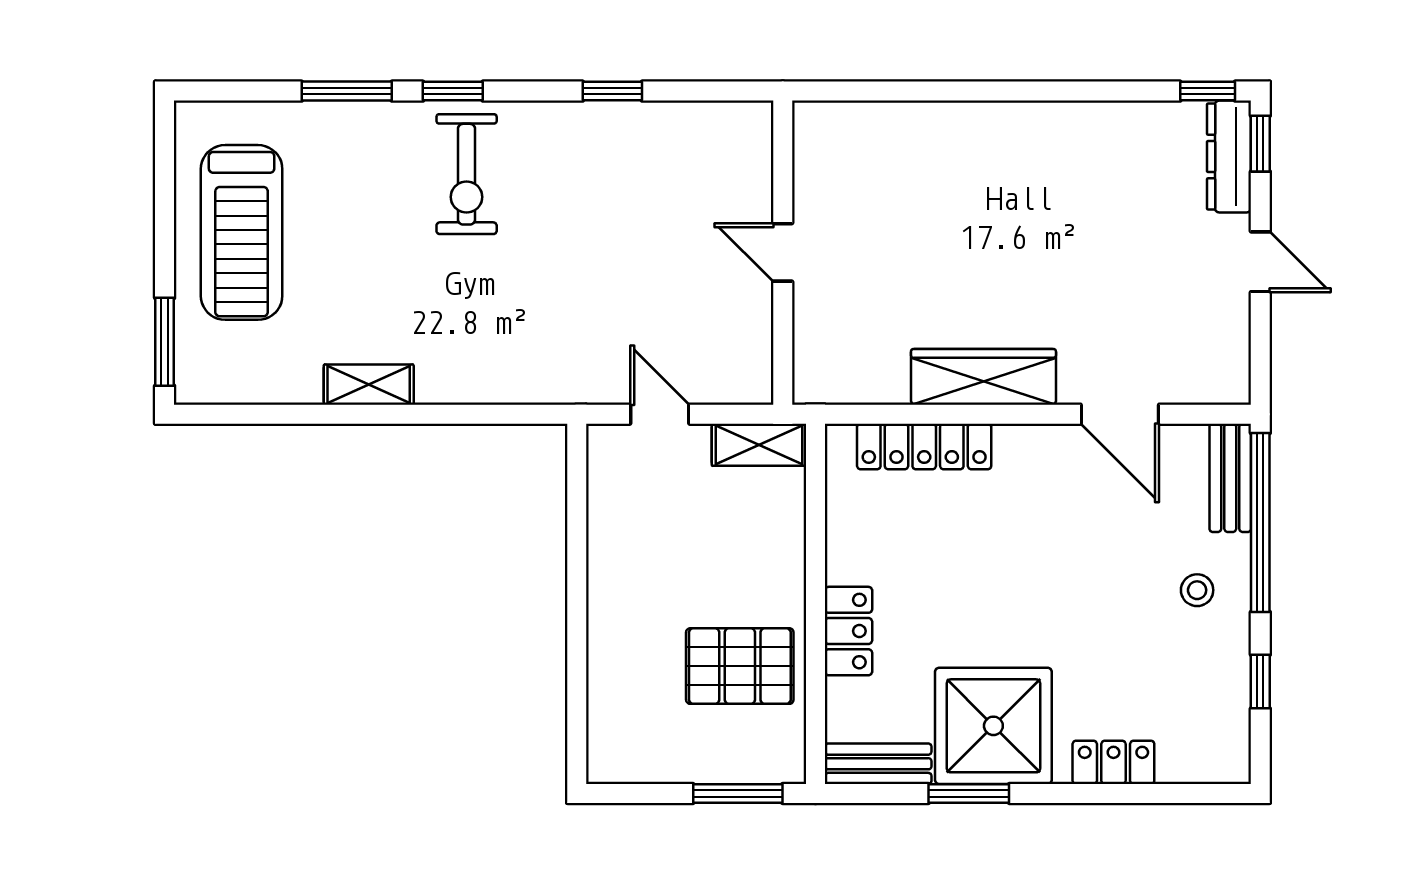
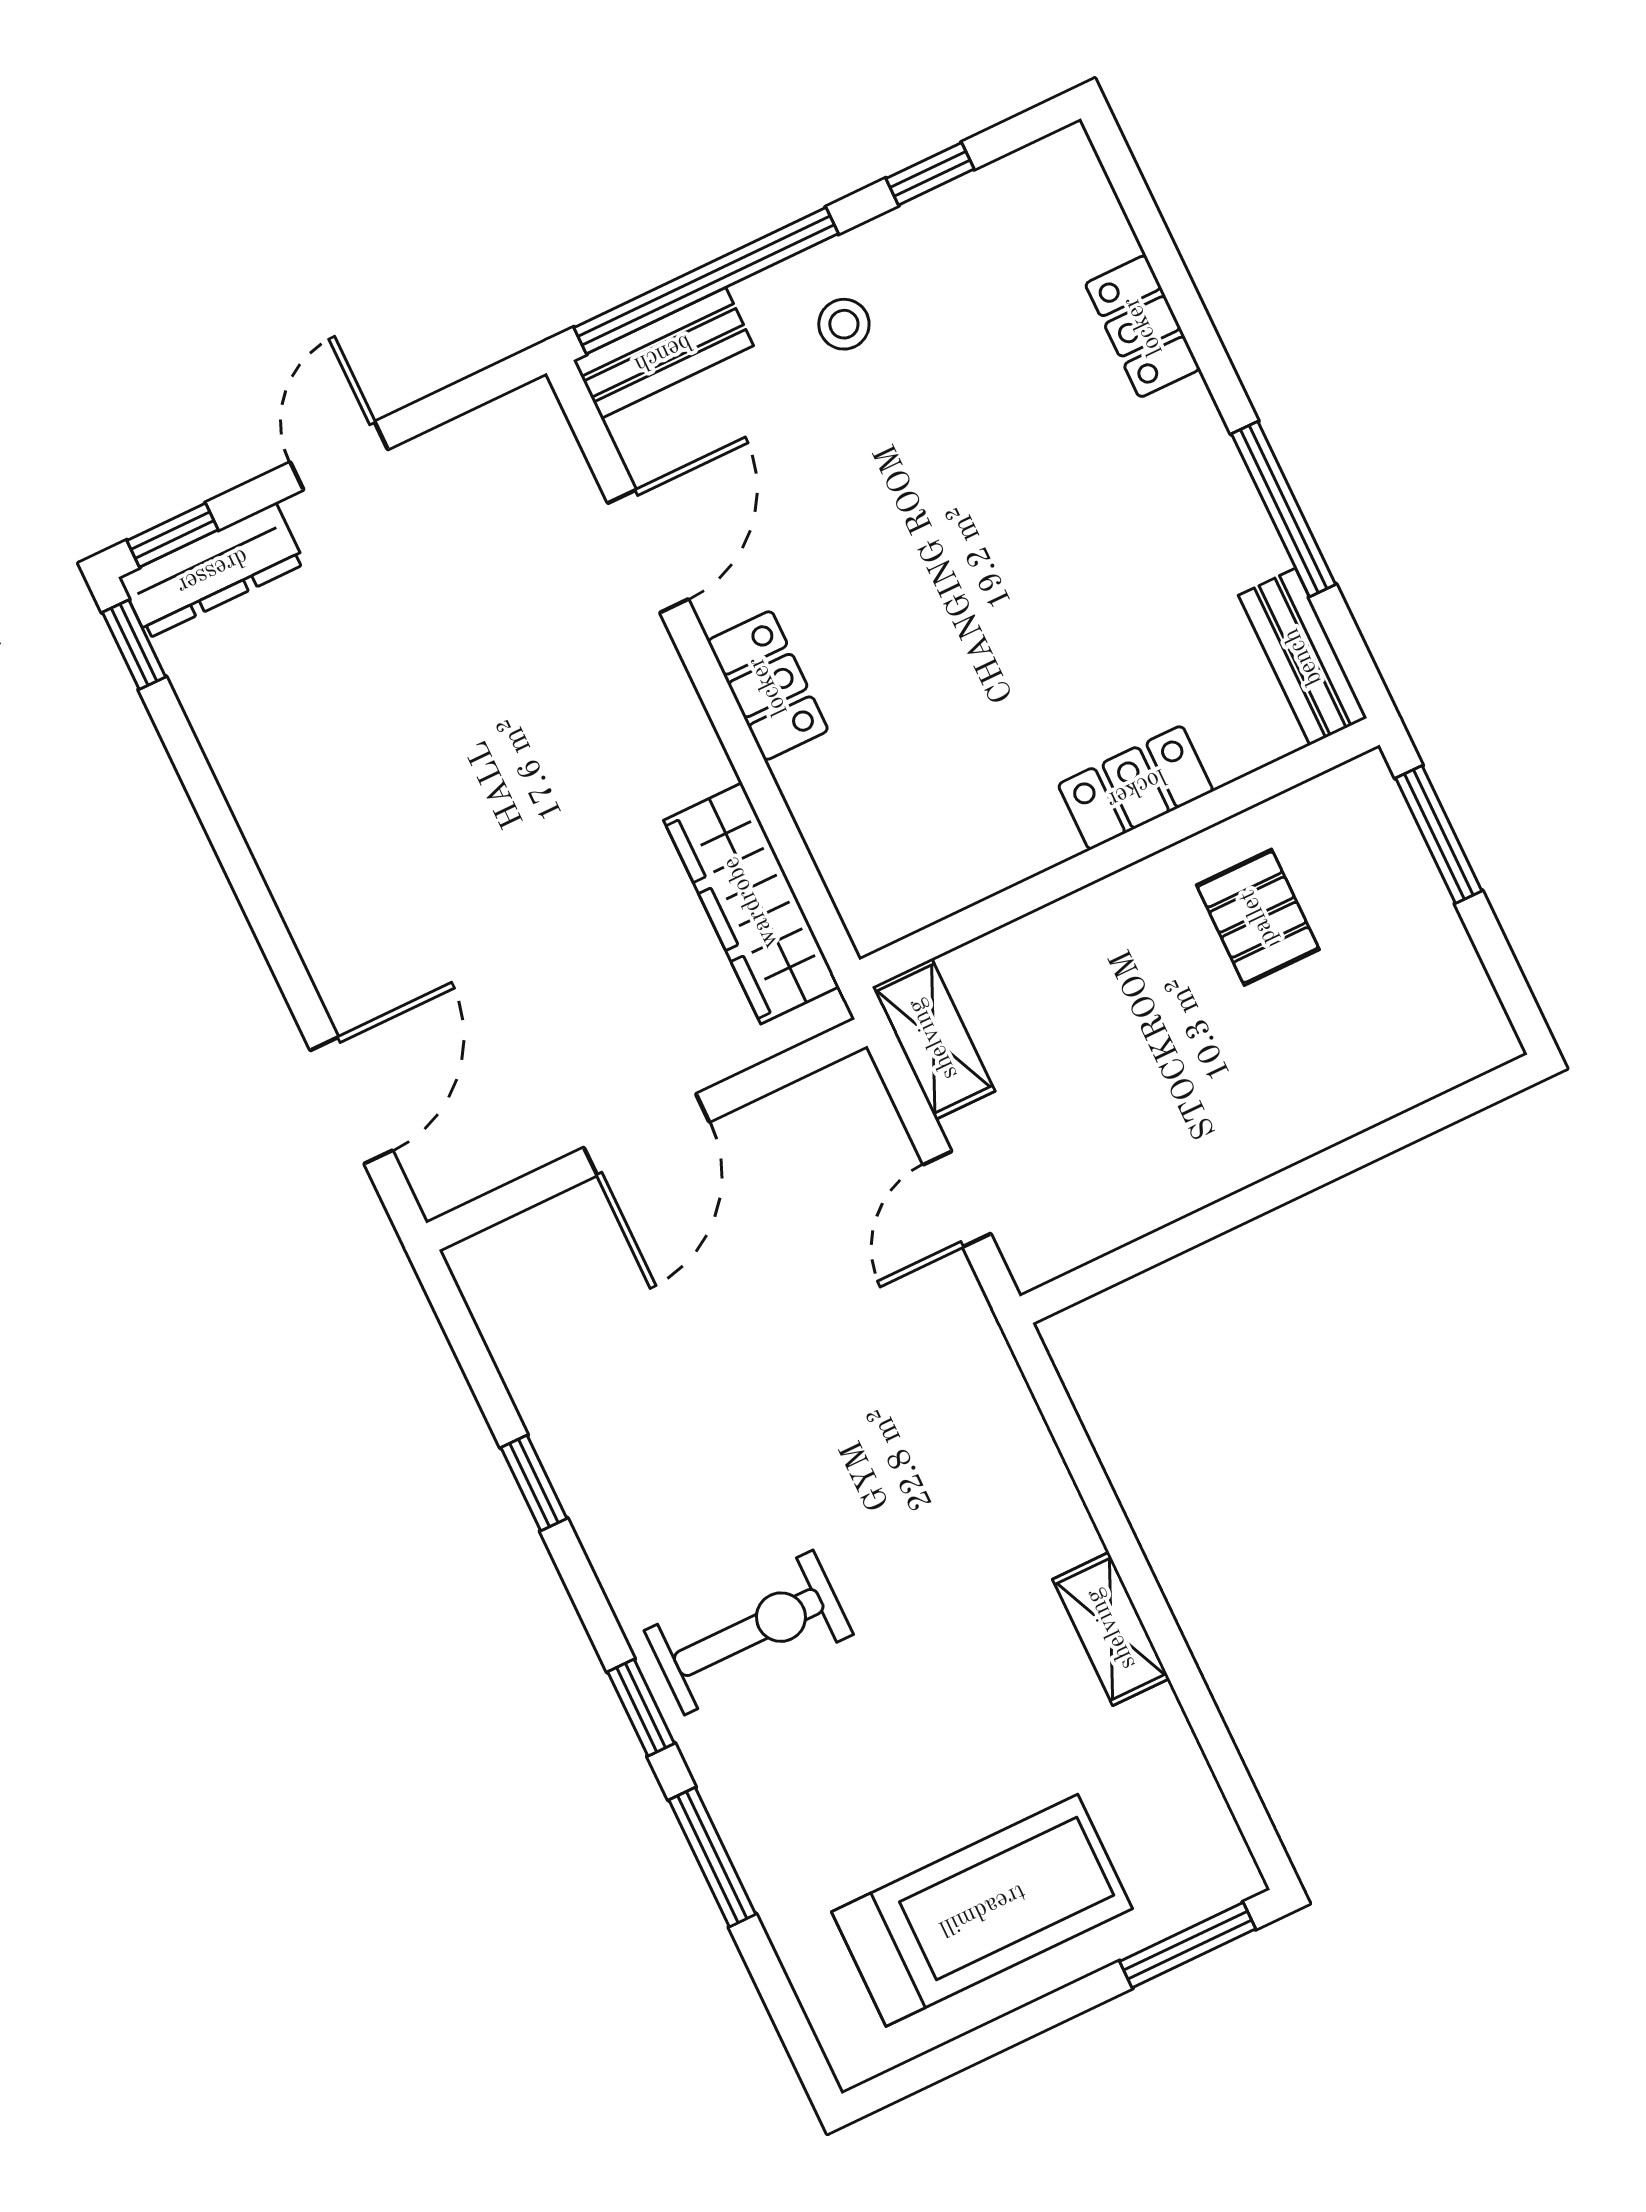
door: (884, 91) -> (351, 1100), added
door: (783, 252) -> (647, 1135), width x1.38
wardrobe: (983, 377) -> (751, 903), moved
locker: (924, 446) -> (768, 686), moved, width x0.66
pallet: (740, 666) -> (1258, 917), width x0.67, depth x0.71
shower: (993, 726) -> (1172, 520), removed
window: (969, 793) -> (1284, 509), width x1.44

